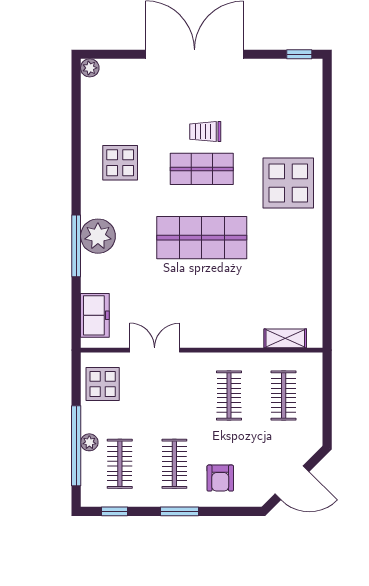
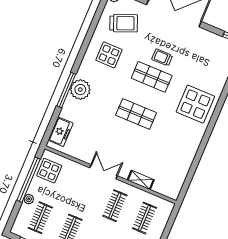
trolley: (122, 103) -> (124, 23), added
shop shelf: (202, 238) -> (136, 114), width x0.70, depth x0.74
shelving: (285, 338) -> (141, 180), moved
double door: (155, 350) -> (103, 172), moved
window: (76, 446) -> (29, 180), moved

